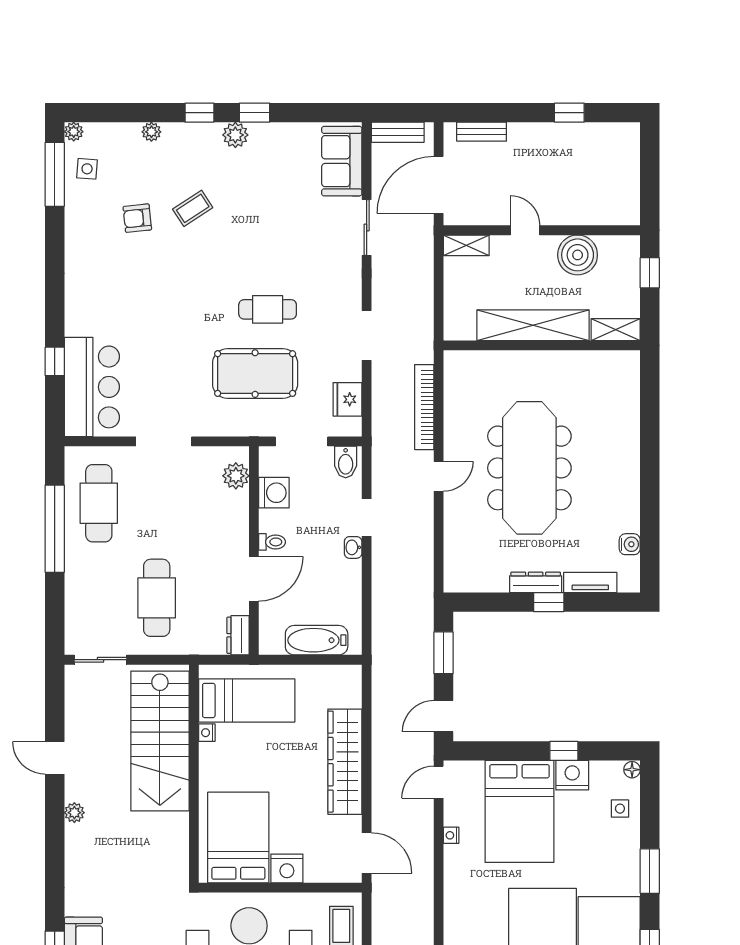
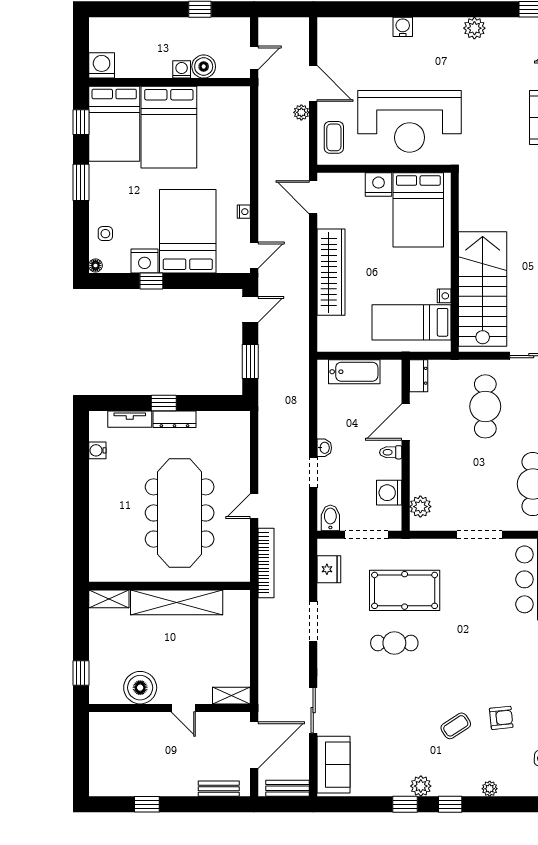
shelving: (533, 325) -> (177, 602), moved
shelving: (616, 330) -> (109, 599), moved
wall: (542, 345) -> (169, 586), moved

